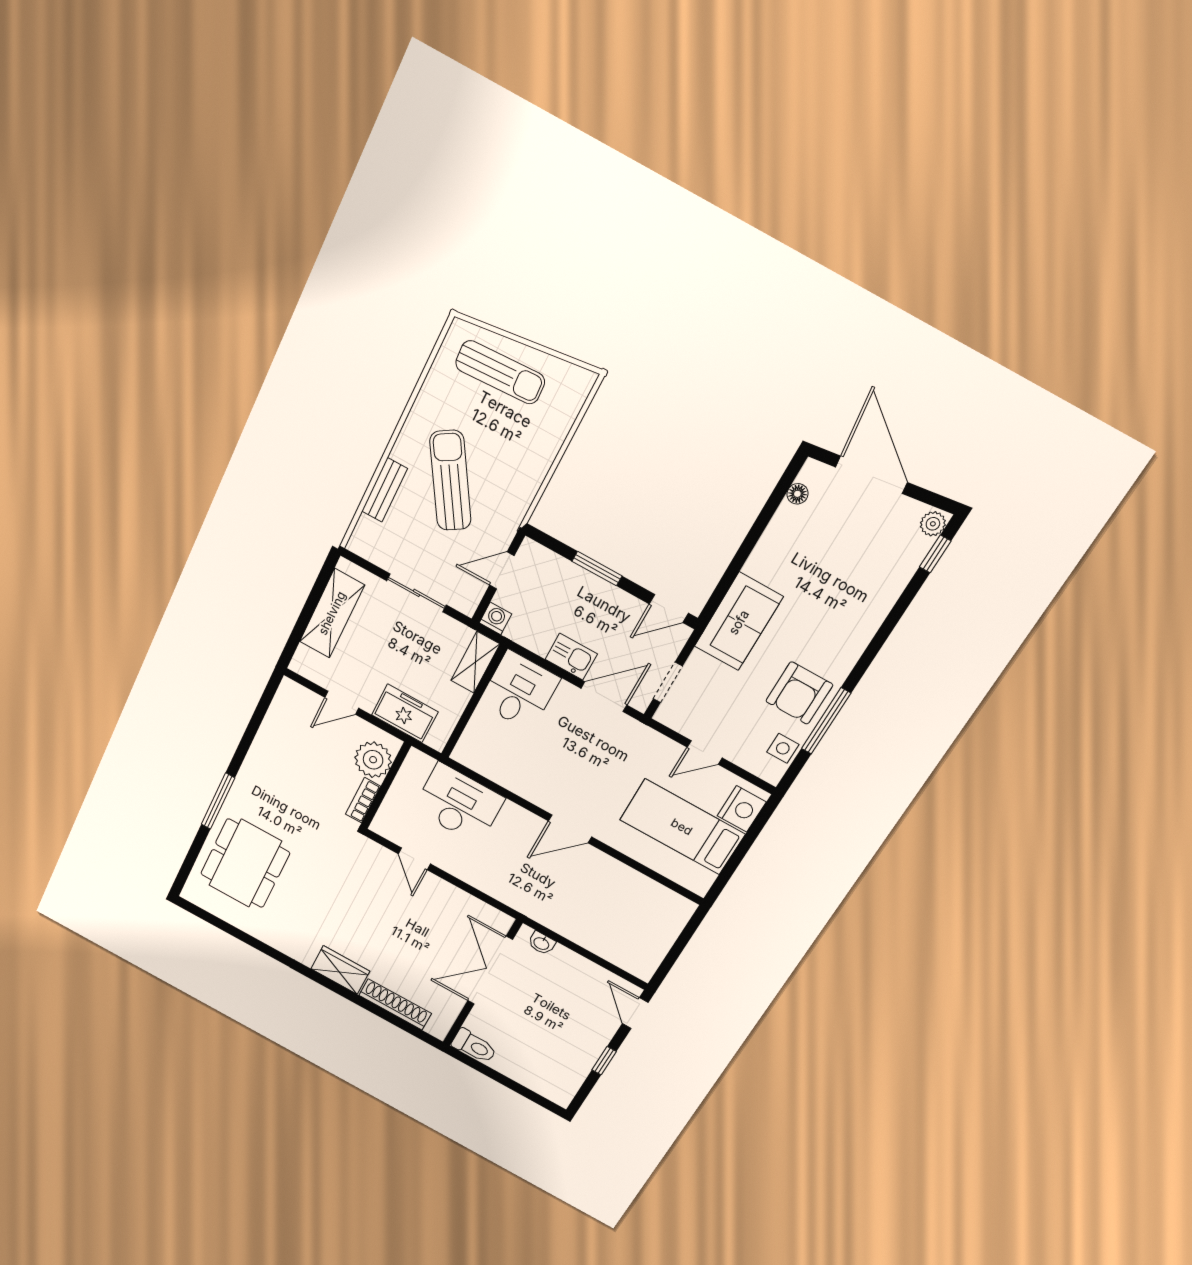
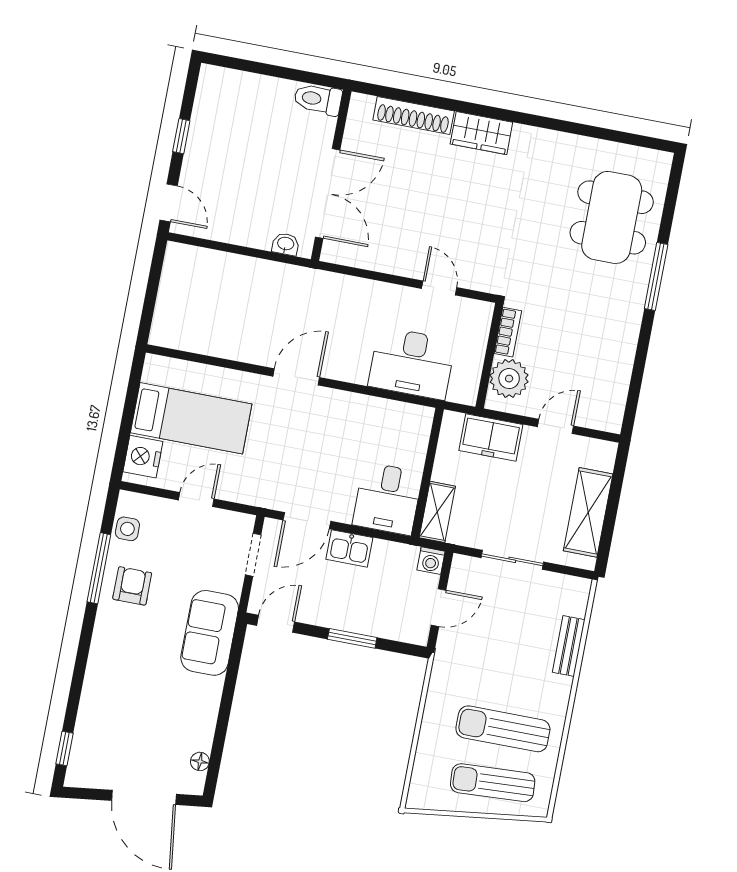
sun lounger: (450, 481) -> (503, 729), moved, turned 122
plant: (933, 524) -> (77, 773), removed
armchair: (799, 693) -> (132, 586), width x0.72, depth x0.72

